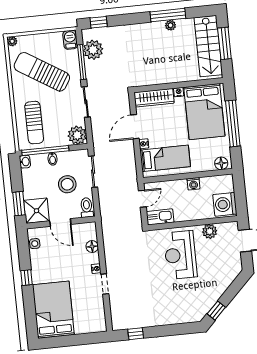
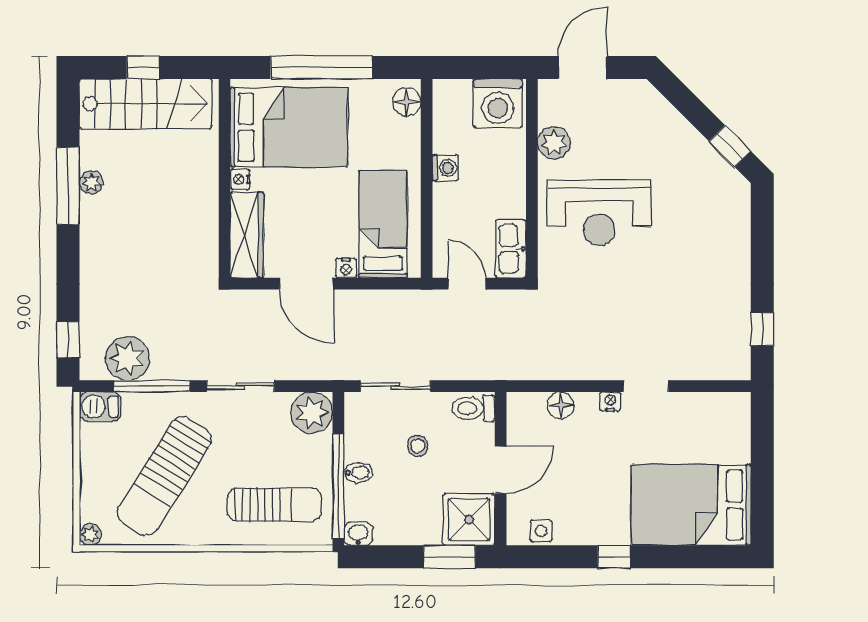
window: (224, 43) -> (143, 67), width x0.46
stool: (67, 184) -> (418, 446), width x0.53, depth x0.53

